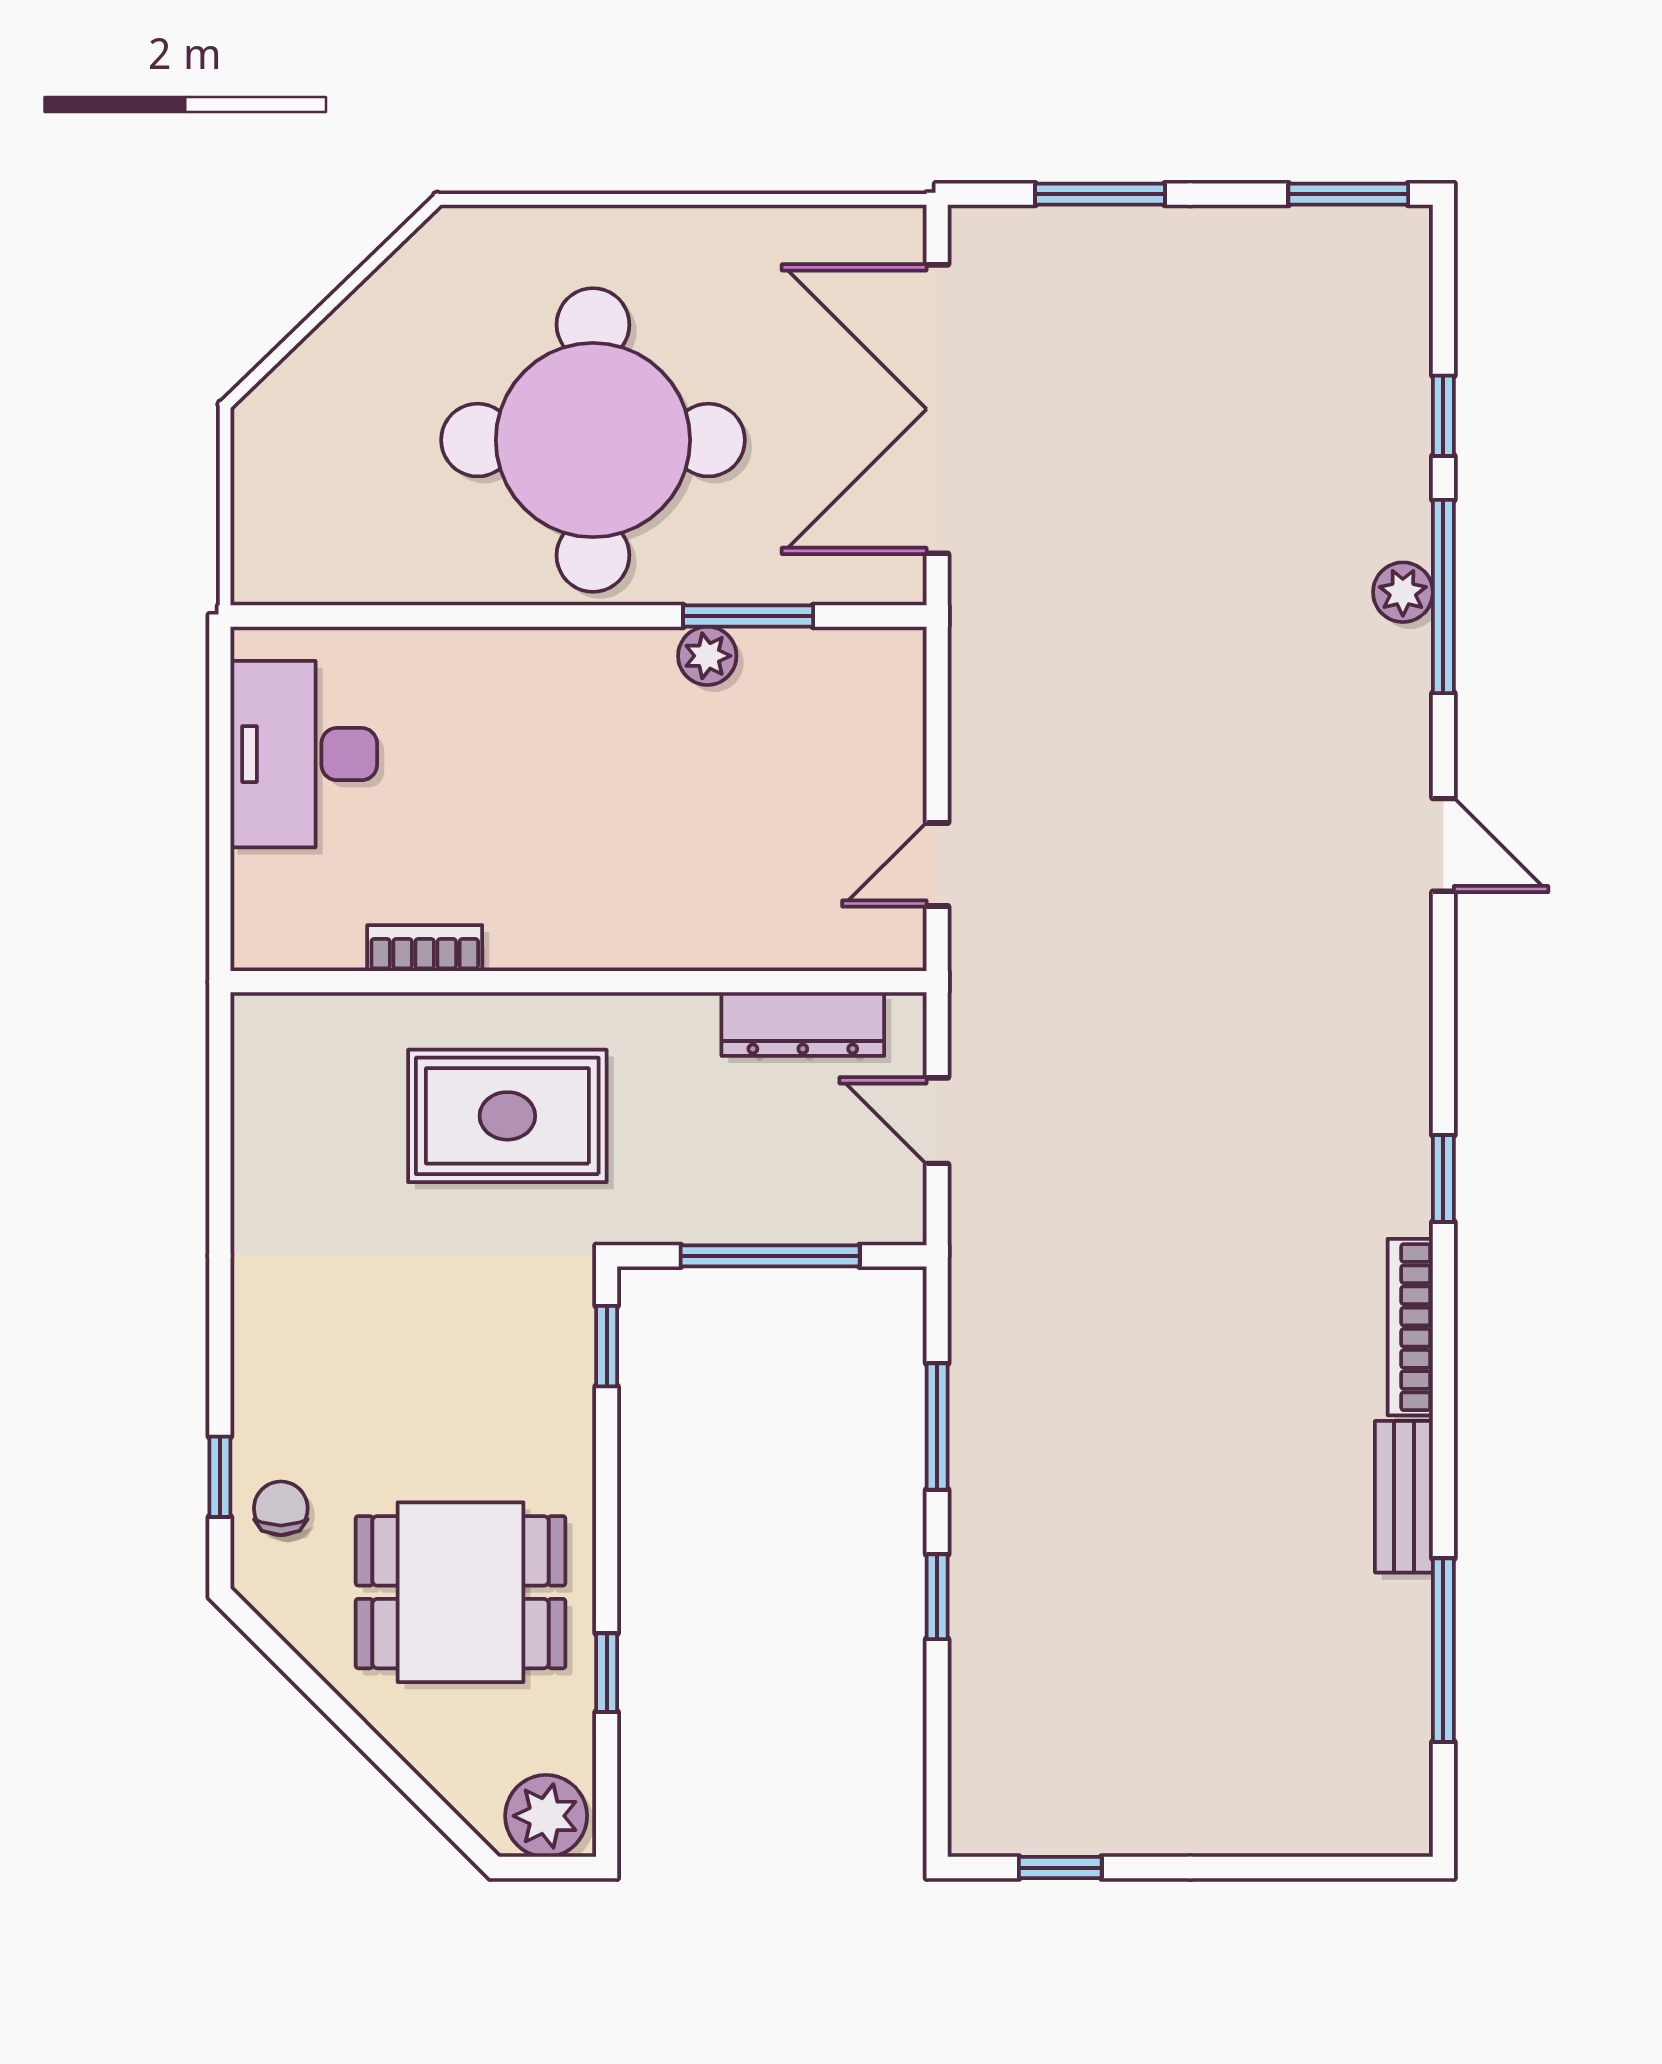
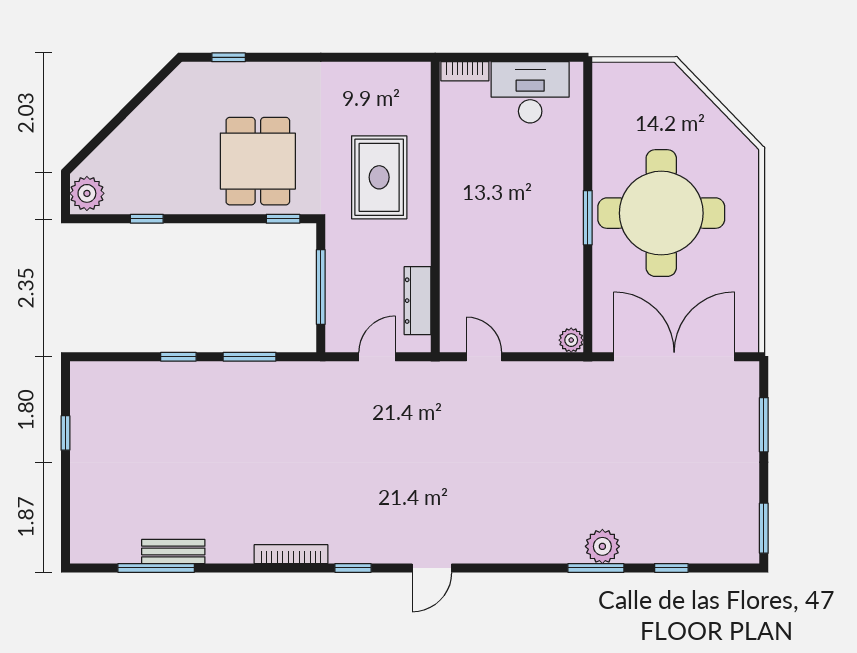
plant: (1403, 592) -> (602, 546), width x1.38, depth x1.38
window: (1443, 597) -> (596, 568), width x0.69
window: (748, 616) -> (588, 218), moved
plant: (707, 656) -> (571, 340), moved
door: (1443, 845) -> (432, 568), moved
bookcase: (425, 948) -> (465, 71), moved, turned 90
bench: (1404, 1497) -> (173, 551), moved
chair: (281, 1508) -> (215, 83), removed
dining table: (461, 1592) -> (258, 161), moved
window: (1060, 1868) -> (65, 433), moved

